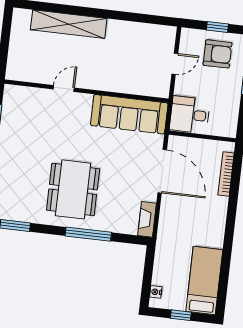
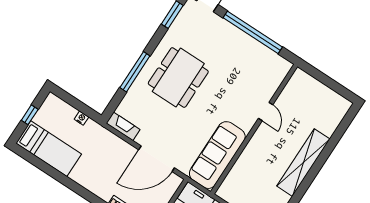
shelving: (69, 24) -> (303, 163), moved
dining table: (73, 189) -> (178, 78), turned 90
nightstand: (156, 292) -> (81, 118), moved

